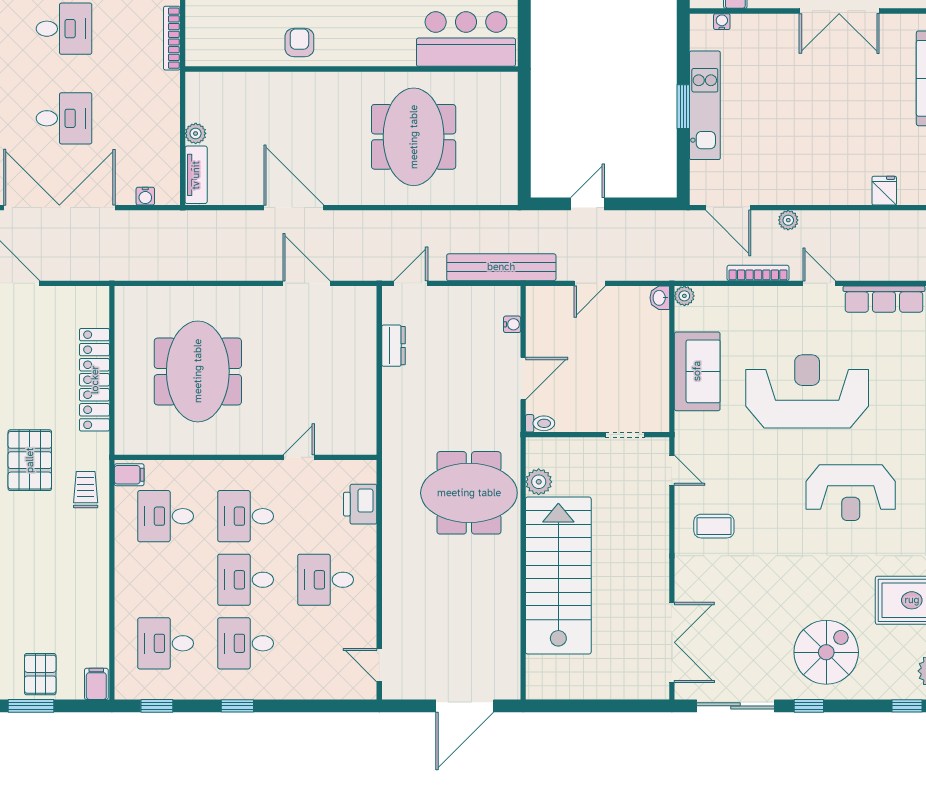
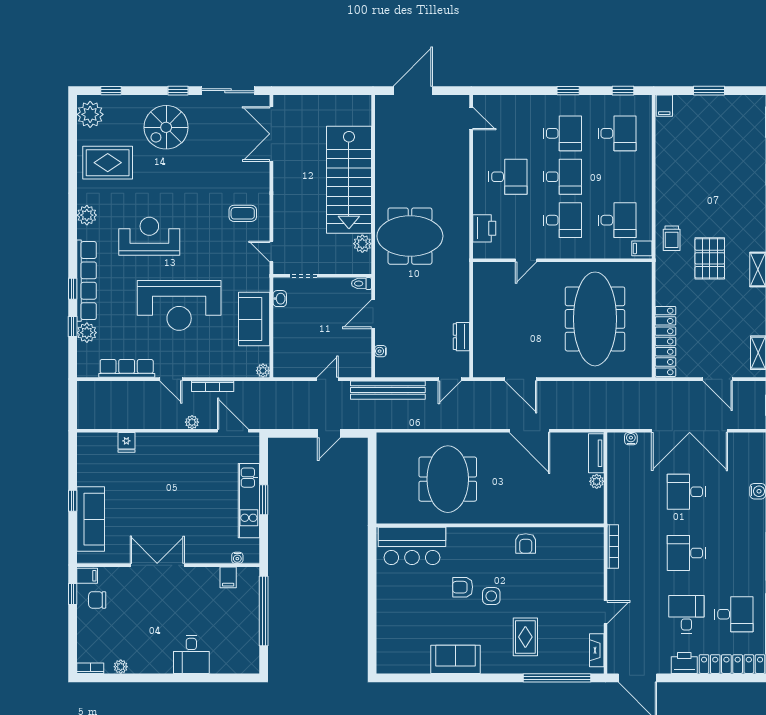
washbasin: (660, 298) -> (280, 299), moved
meeting table: (198, 371) -> (595, 319), width x1.36
locker: (95, 380) -> (666, 341), moved
pallet: (40, 674) -> (703, 112), removed

